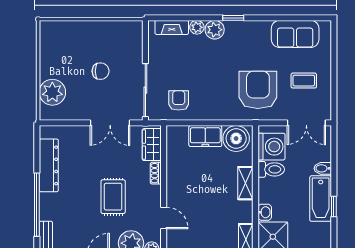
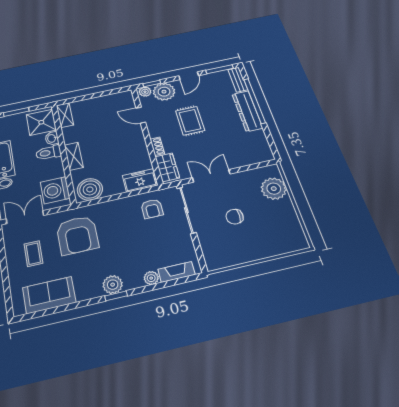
plant: (215, 30) -> (113, 285), moved
coffee table: (304, 81) -> (33, 254), turned 90
freezer: (205, 136) -> (140, 180), moved
dresser: (49, 165) -> (247, 111), moved
toilet: (271, 169) -> (48, 153), moved

